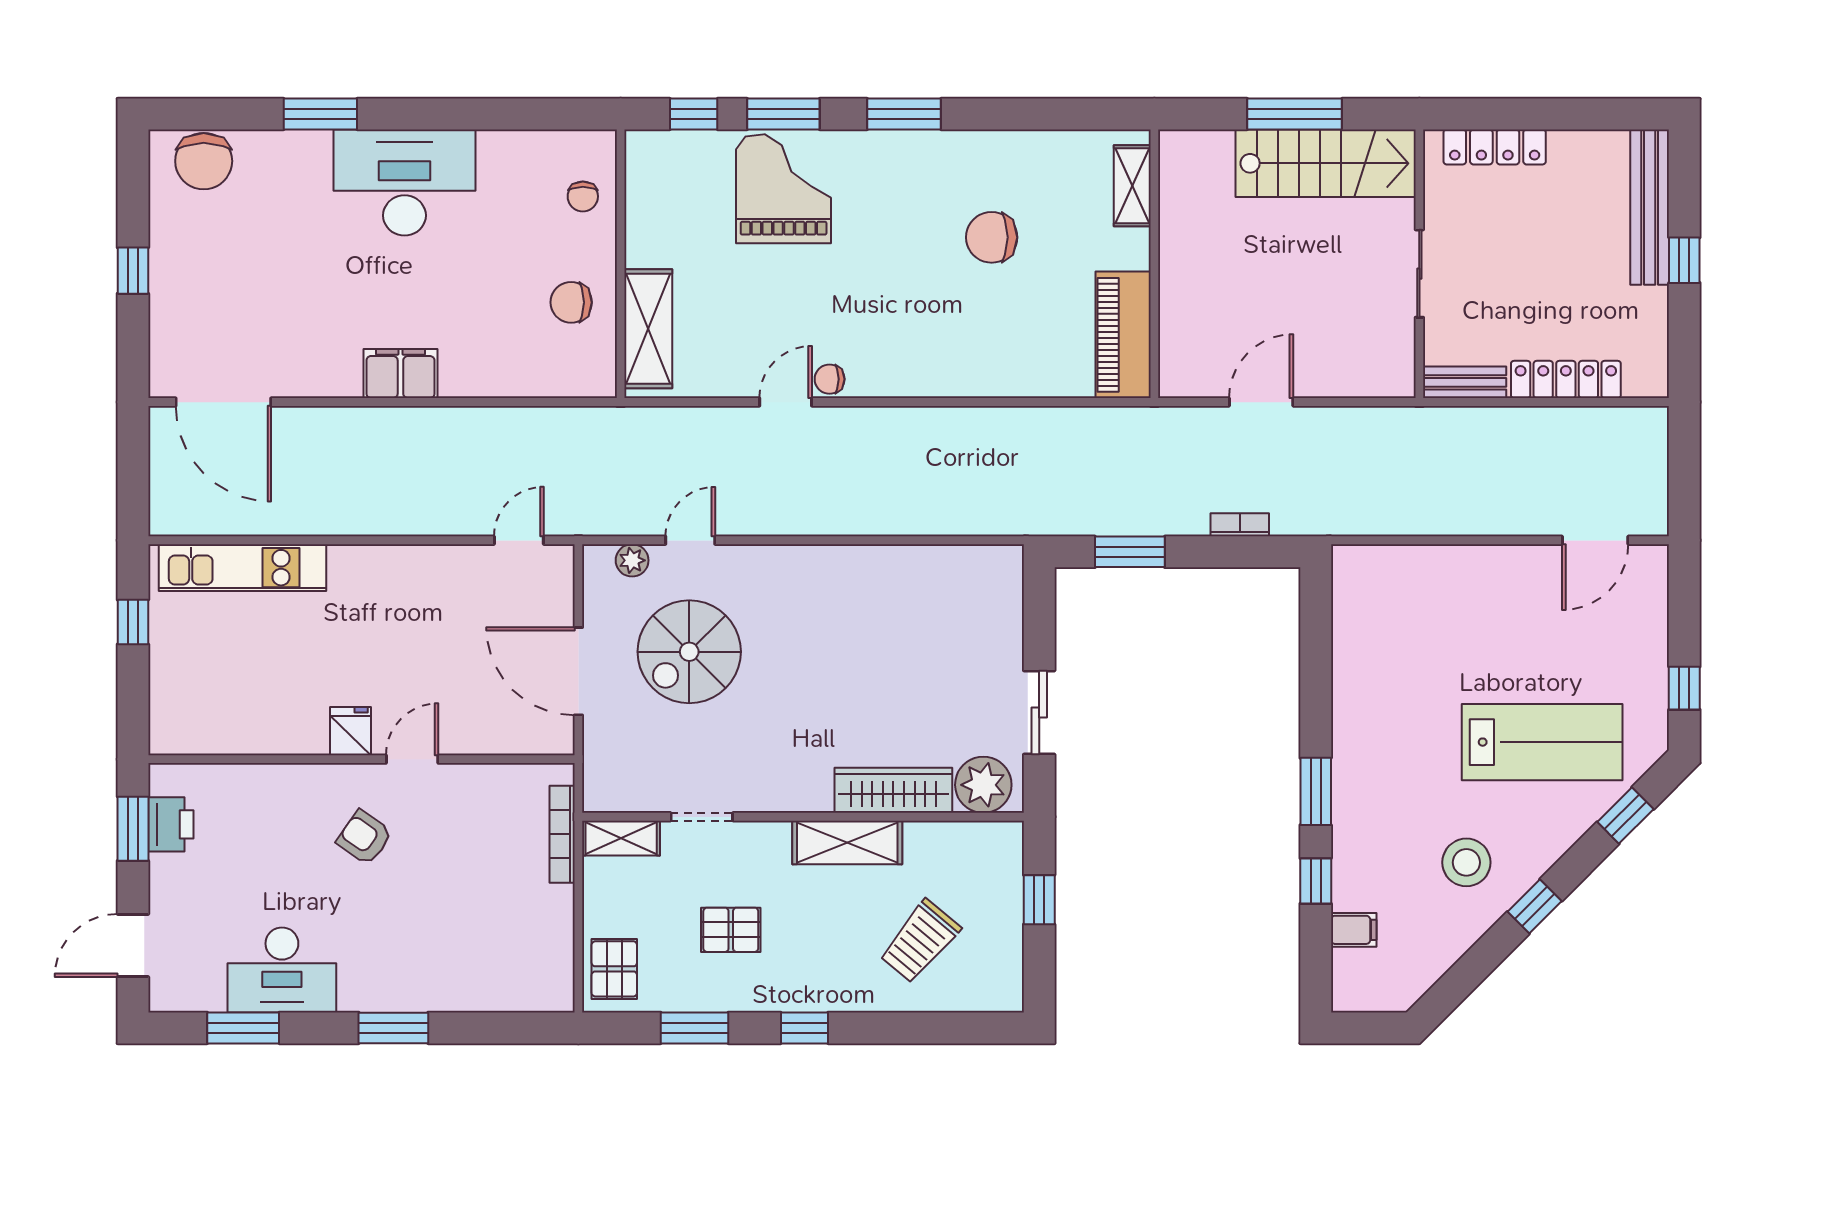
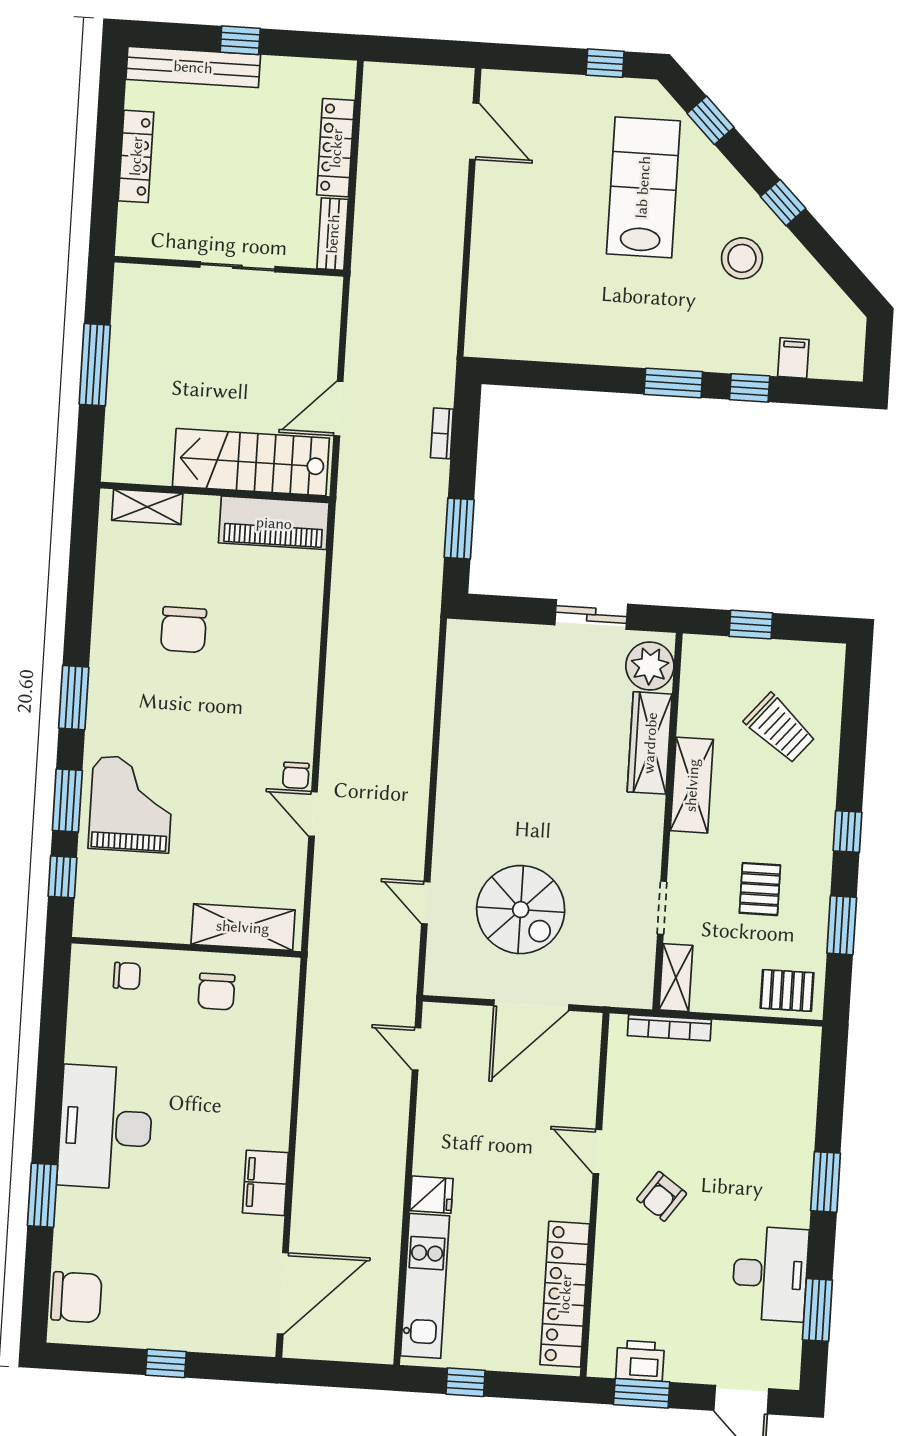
locker: (1495, 147) -> (136, 156), moved
stairs: (1326, 163) -> (251, 462), moved, turned -90
grand piano: (784, 189) -> (131, 804), turned 90
filing cabinet: (400, 374) -> (265, 1183), moved
door: (1261, 402) -> (338, 409), hinge flipped
plant: (632, 560) -> (440, 953), removed
fridge: (351, 731) -> (431, 1195), moved, turned 180
locker: (243, 732) -> (565, 1294), added

